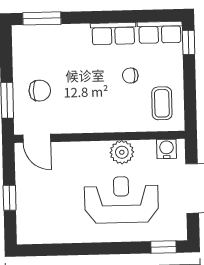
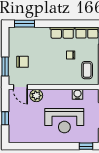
water cooler: (167, 149) -> (78, 94), moved
plant: (122, 152) -> (36, 96), moved
reception desk: (121, 200) -> (64, 121), turned 180

